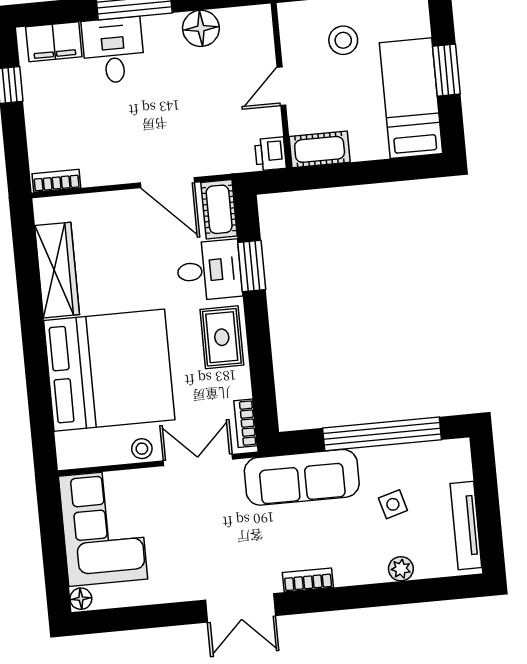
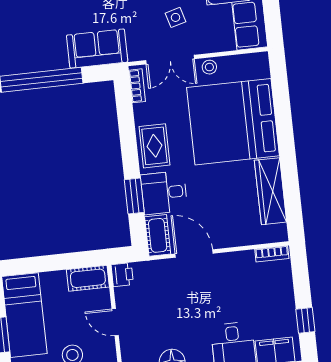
door: (281, 86) -> (115, 322), swing flipped
sofa: (302, 477) -> (97, 49), width x0.73
side table: (393, 504) -> (175, 17), moved

